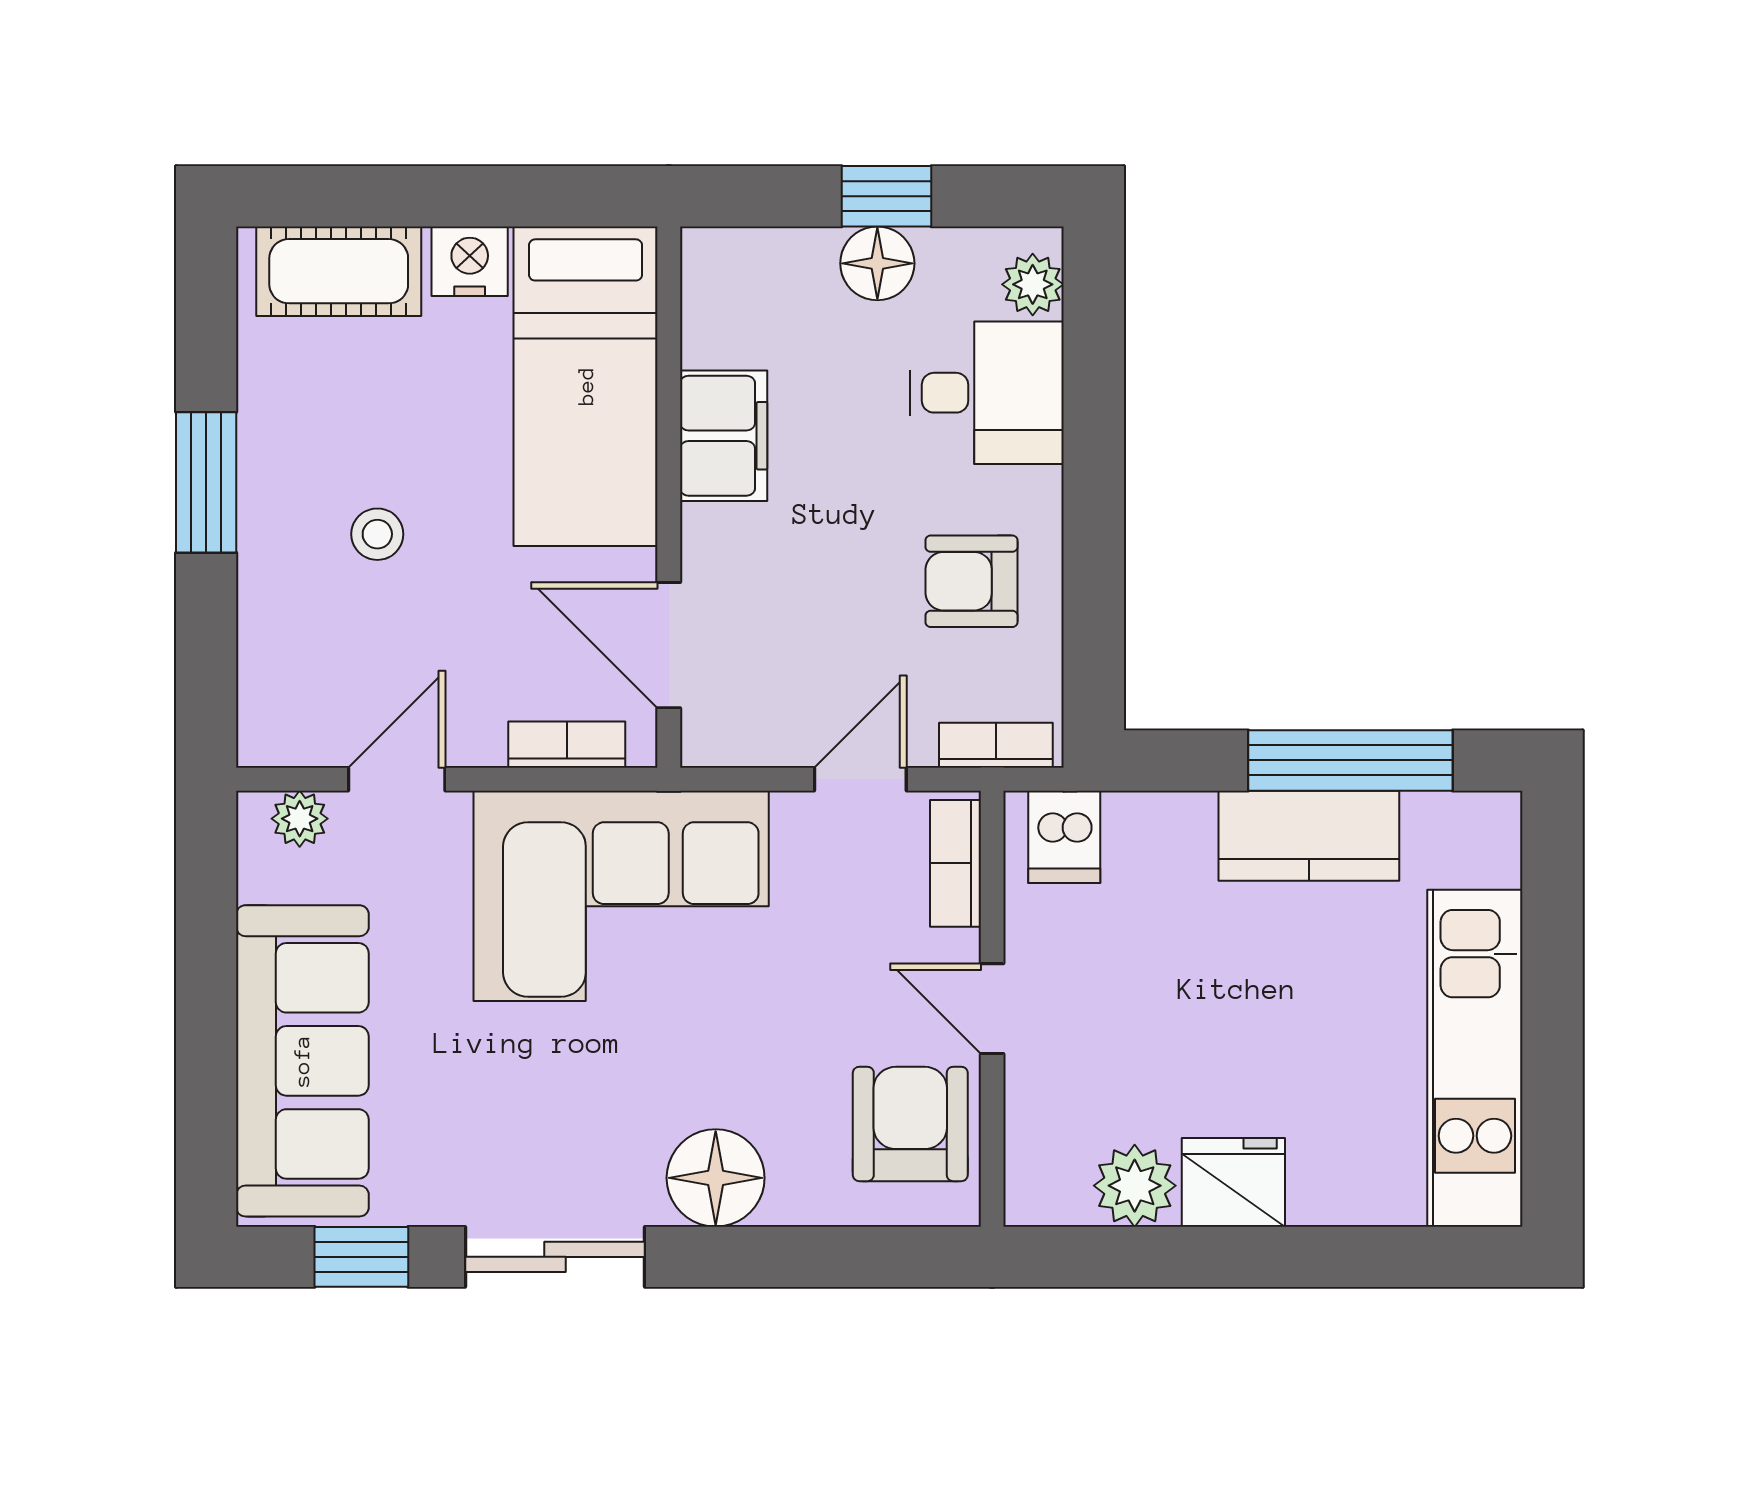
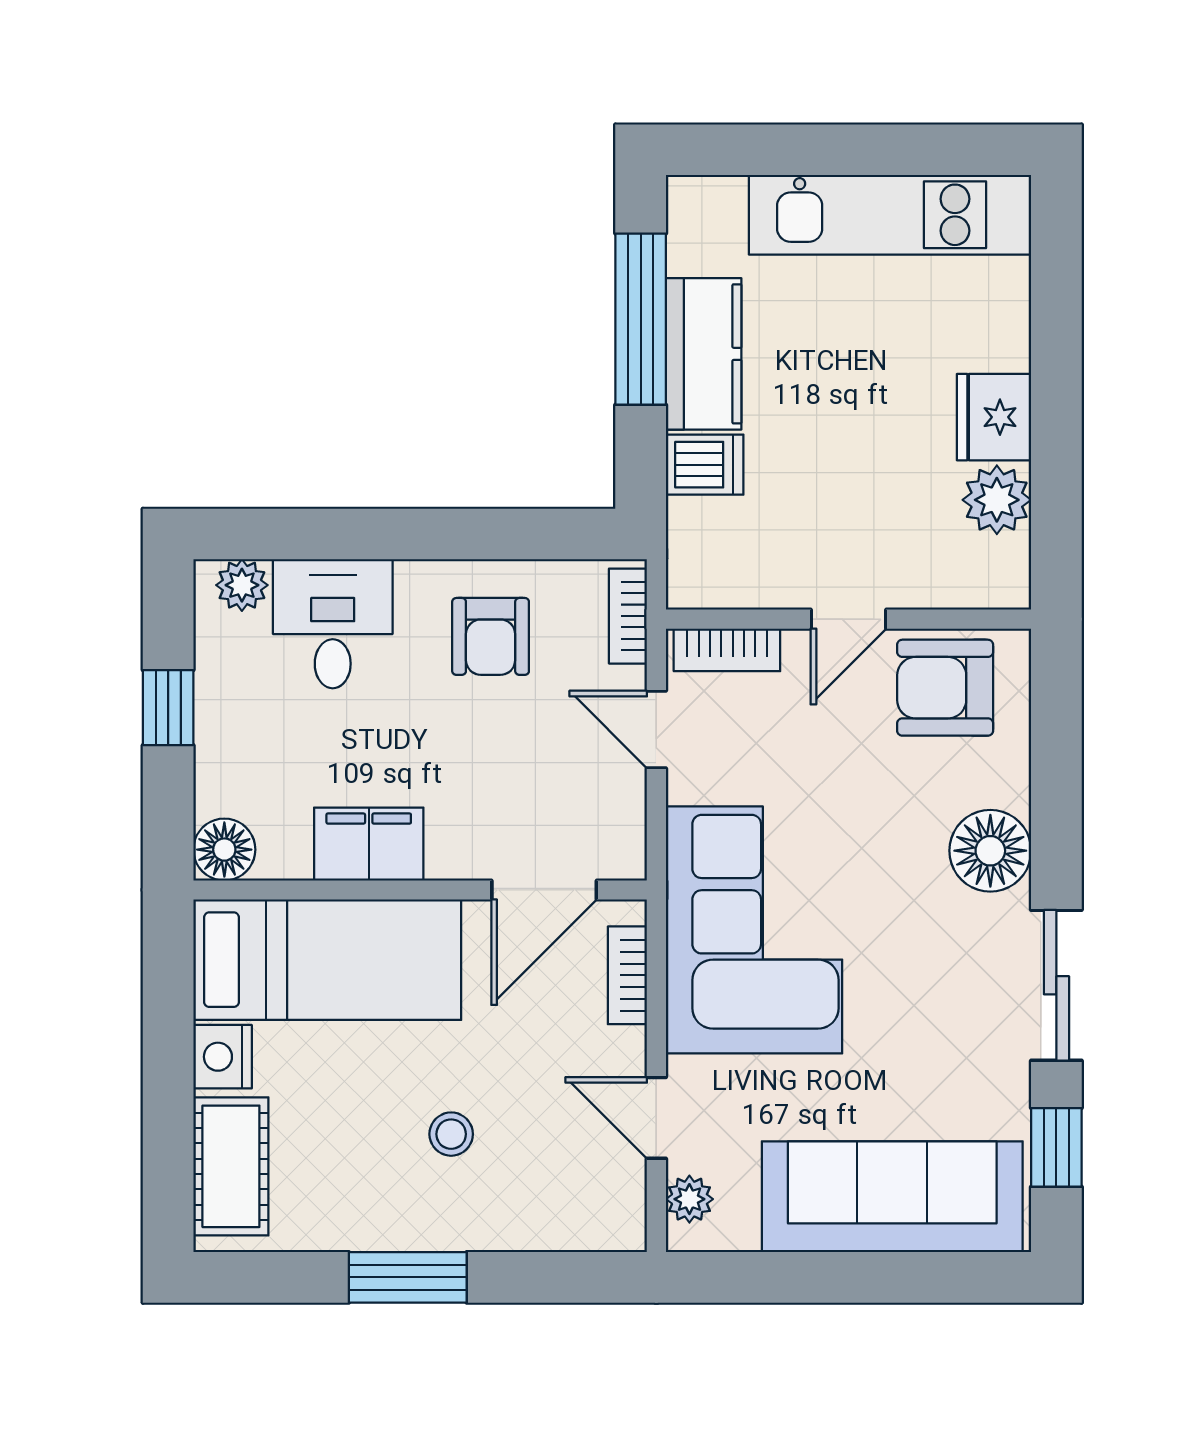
floor lamp: (877, 263) -> (224, 850), moved
dishwasher: (1064, 837) -> (705, 465), moved

